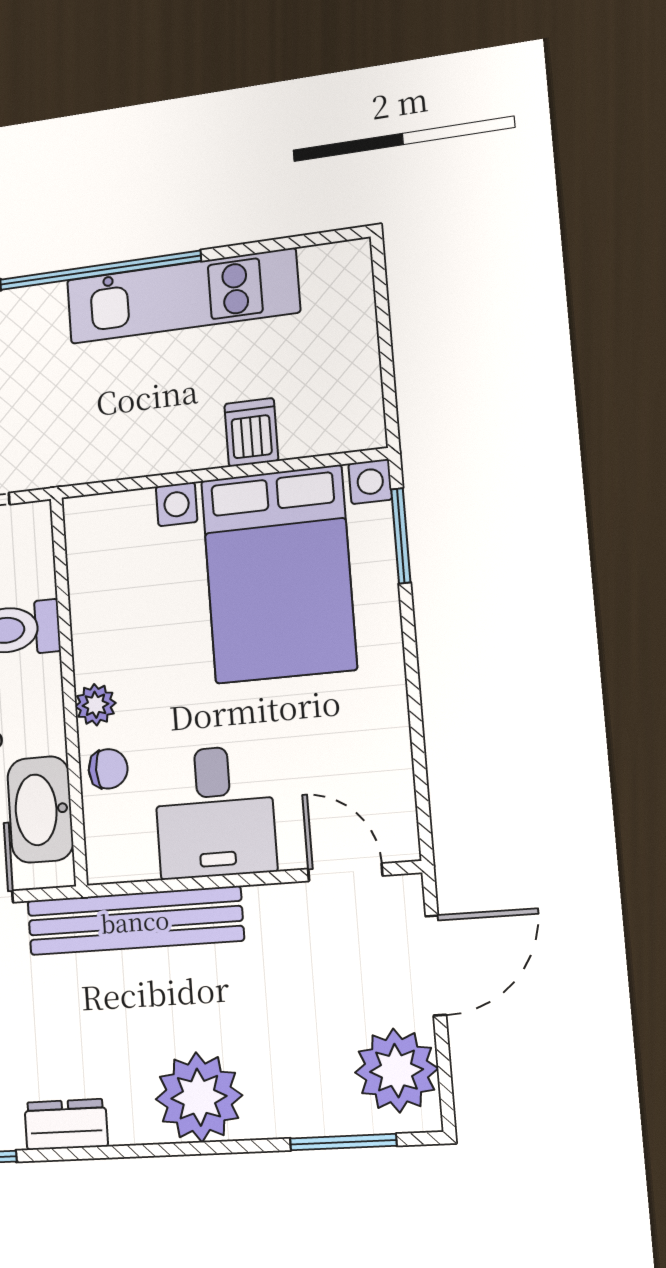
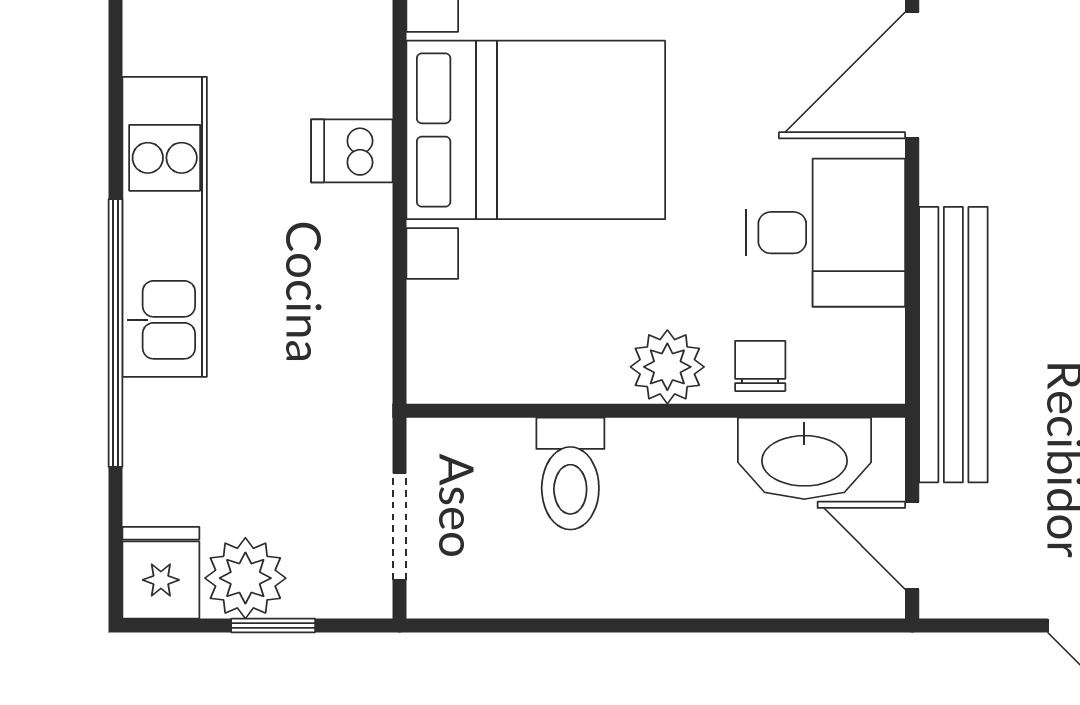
plant: (95, 705) -> (667, 367), width x1.38, depth x1.38
door: (345, 872) -> (912, 75), width x1.38

